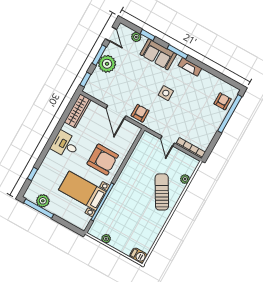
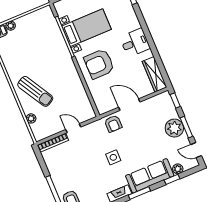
sofa: (158, 54) -> (150, 176), width x1.36
plant: (106, 239) -> (11, 26), moved

